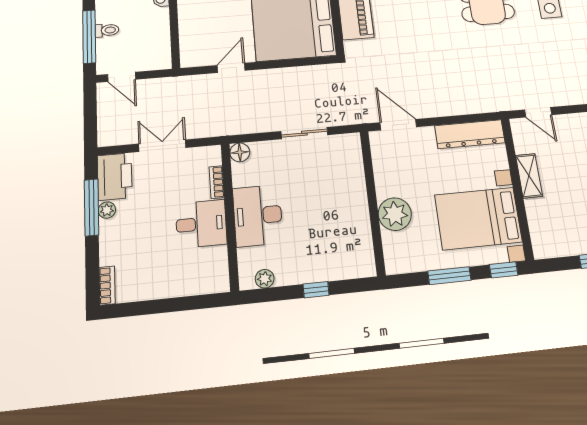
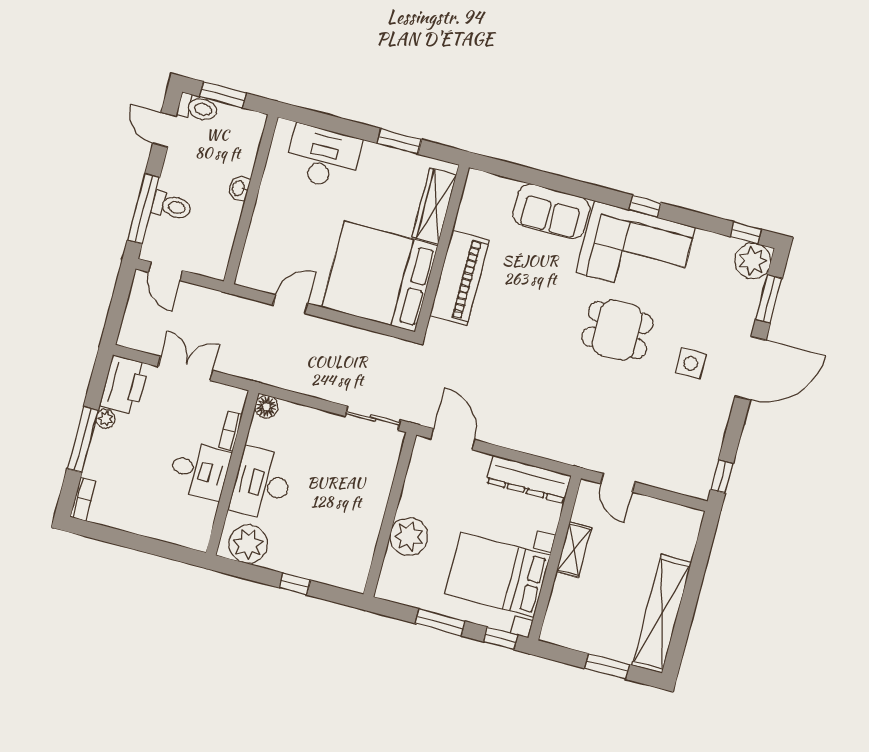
toilet: (107, 30) -> (172, 206), width x1.37, depth x1.39
sliding door: (304, 133) -> (373, 418), moved
window: (92, 207) -> (83, 439), moved
plant: (265, 279) -> (248, 544), width x1.88, depth x1.88

